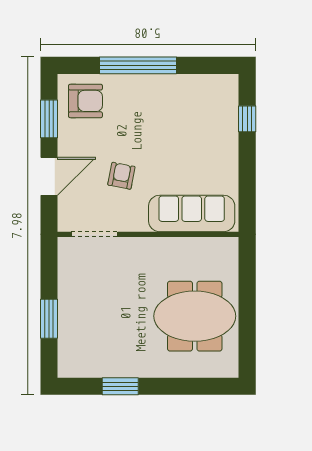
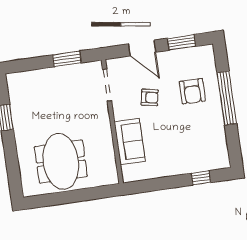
armchair: (85, 101) -> (192, 91), moved
sofa: (192, 213) -> (130, 141), width x0.73
window: (49, 319) -> (67, 59), moved

